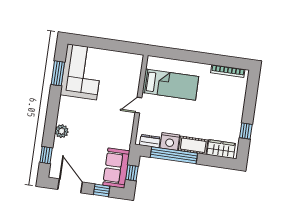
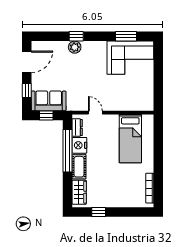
door: (138, 105) -> (95, 113), moved
window: (46, 155) -> (76, 36), moved

